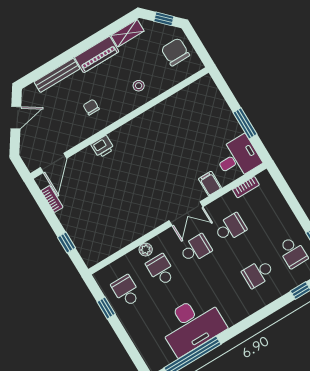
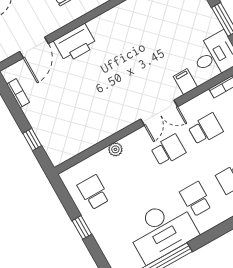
printer: (103, 147) -> (75, 43), width x1.87, depth x1.48
door: (54, 163) -> (34, 48), moved
school desk: (161, 270) -> (196, 199), moved
window: (106, 308) -> (82, 227), moved

